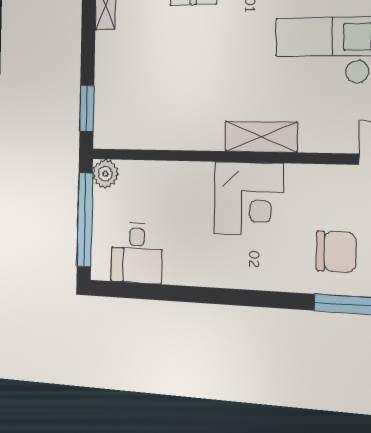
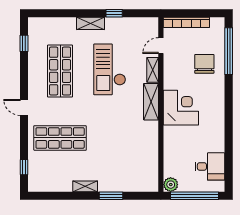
window: (87, 108) -> (111, 196), moved
shelving: (325, 141) -> (153, 70), added

